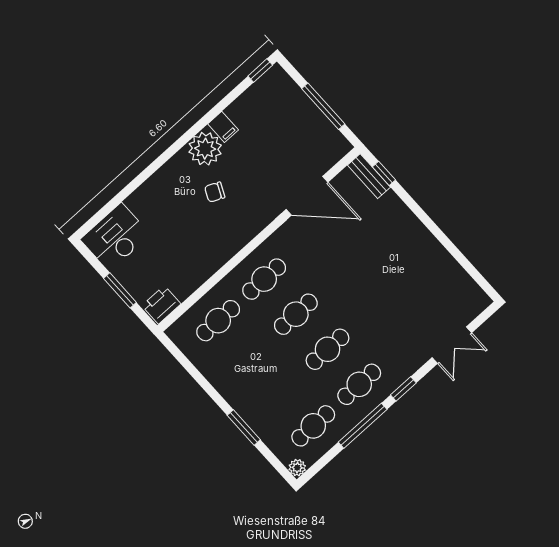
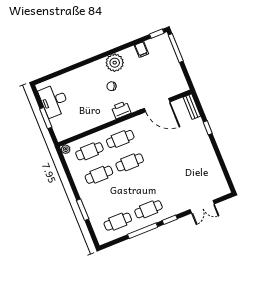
window: (323, 106) -> (176, 48), moved
filing cabinet: (223, 127) -> (141, 50), moved
window: (384, 173) -> (208, 128), moved
desk: (115, 237) -> (54, 101), moved, turned -90
printer: (161, 305) -> (121, 110), moved
cafe table: (328, 349) -> (99, 175), moved
plant: (297, 468) -> (66, 149), moved

